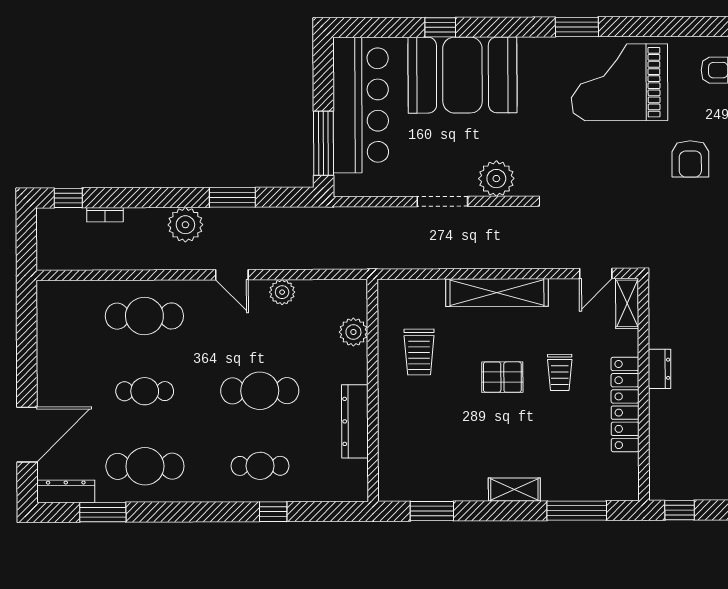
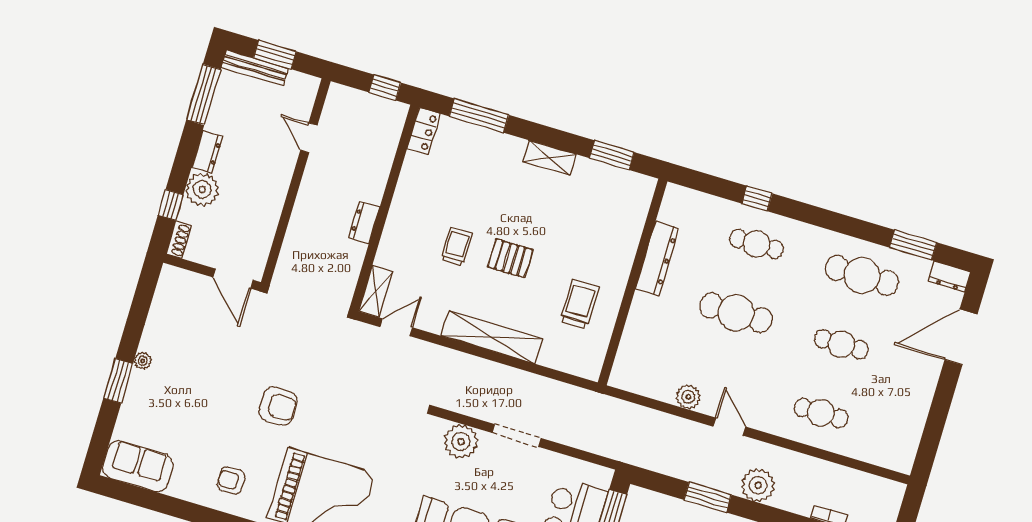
armchair: (690, 159) -> (278, 406), turned 90
cafe table: (144, 316) -> (821, 413), width x0.73, depth x0.74
plant: (353, 332) -> (634, 341), removed
locker: (625, 405) -> (424, 131), moved, width x0.46, depth x0.83
shelving: (514, 490) -> (550, 158), moved
dresser: (66, 491) -> (949, 277), width x0.70

